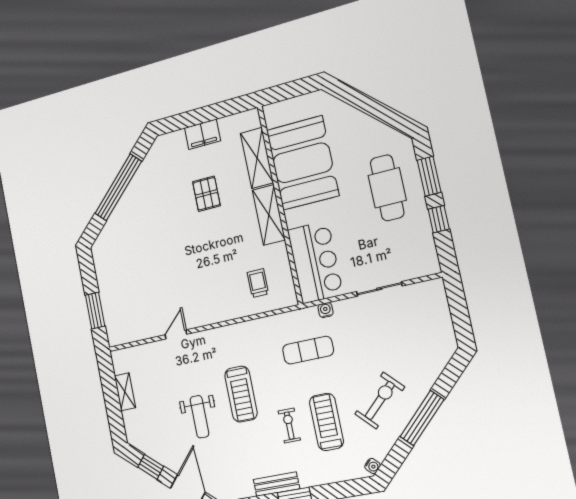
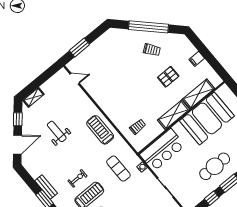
filing cabinet: (202, 134) -> (197, 59), width x0.50
trolley: (154, 199) -> (152, 50), added
door: (176, 334) -> (75, 79), moved
shelving: (125, 392) -> (33, 97), moved
treadmill: (241, 394) -> (100, 130), moved, turned 90
weight bench: (199, 417) -> (57, 131), turned 90

